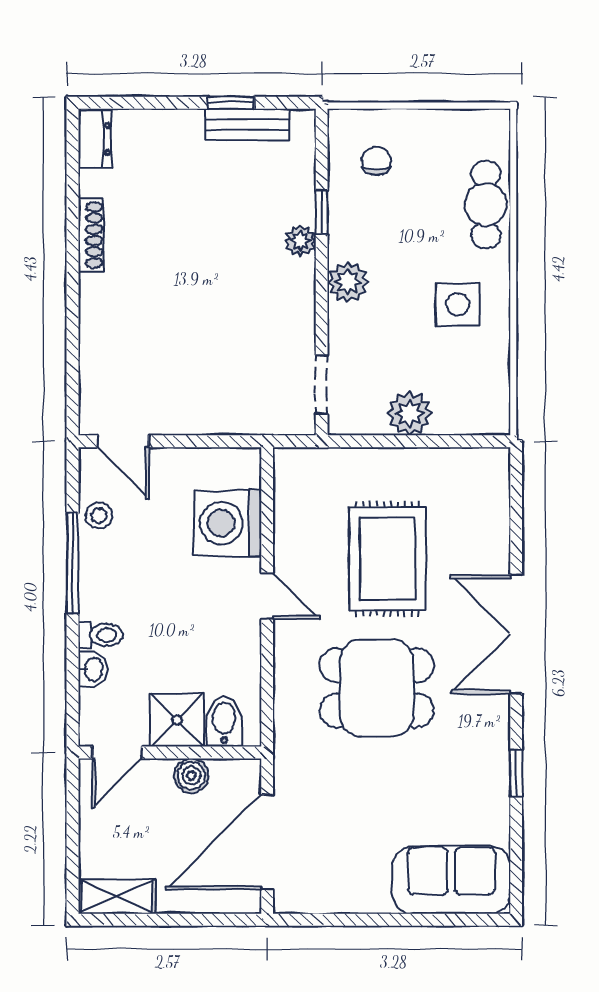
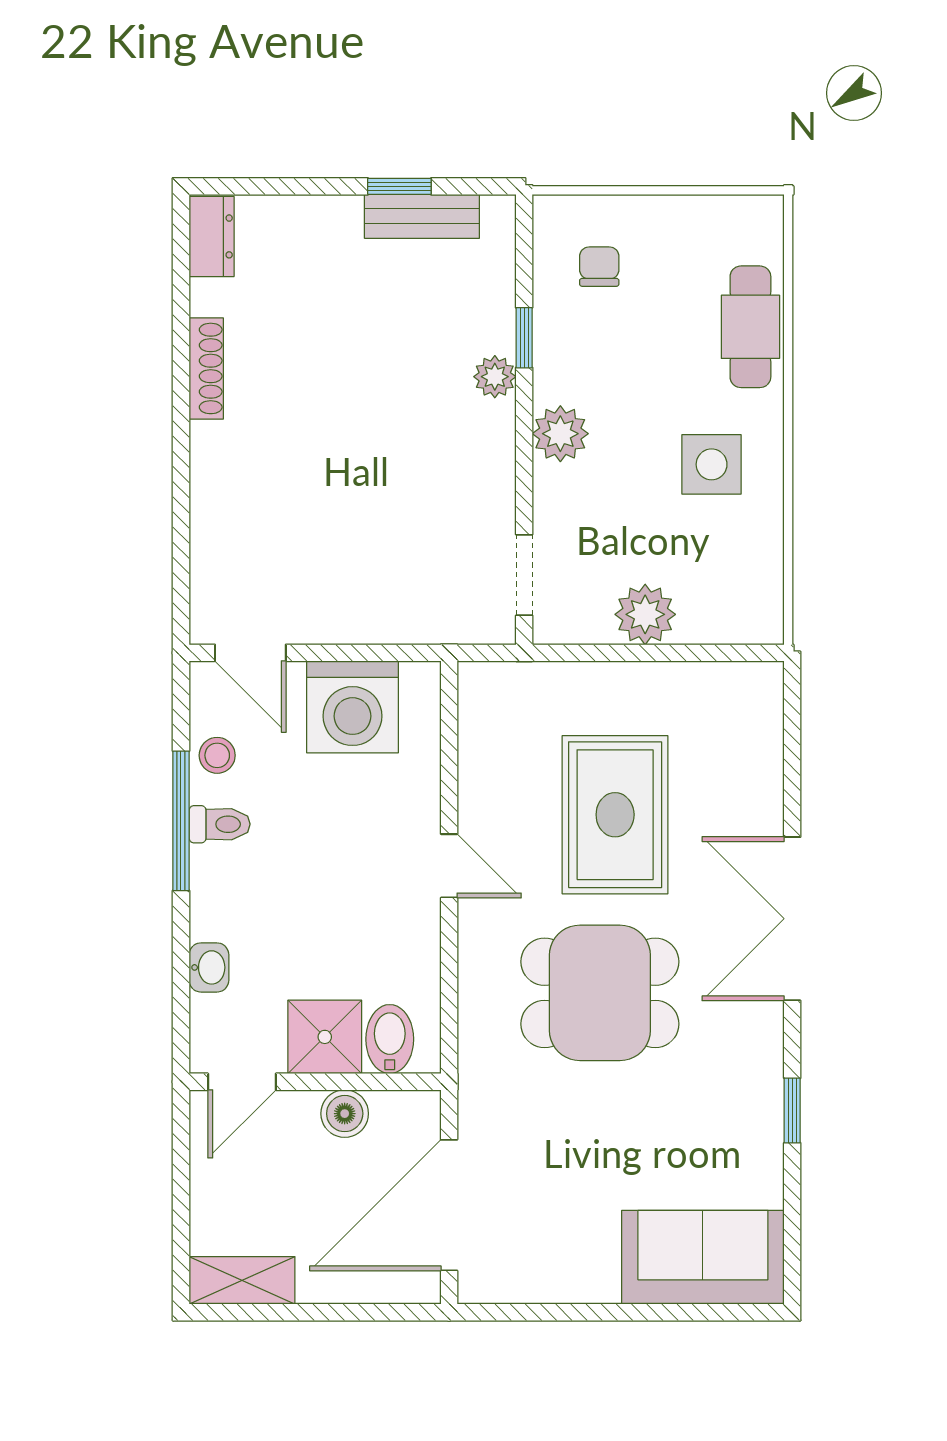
washing machine: (228, 523) -> (352, 707), moved, turned -90
toilet: (101, 635) -> (220, 824), moved

